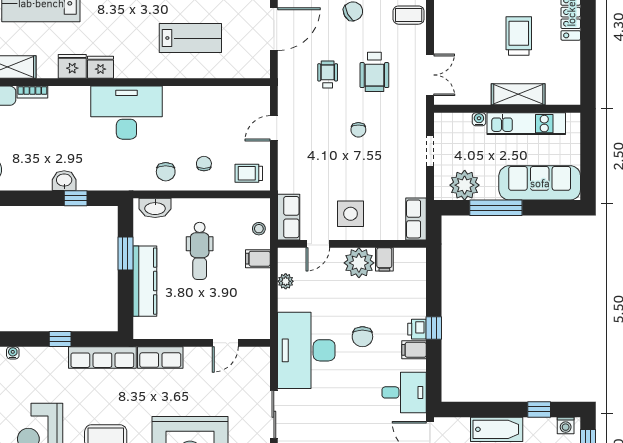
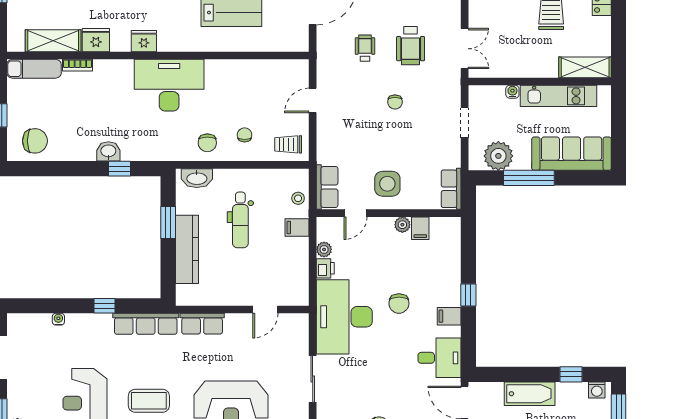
fridge: (72, 66) -> (96, 40), moved
shelving: (518, 94) -> (585, 67), moved
plant: (359, 263) -> (402, 225), width x0.53, depth x0.53
printer: (417, 329) -> (325, 268), moved, turned 180

